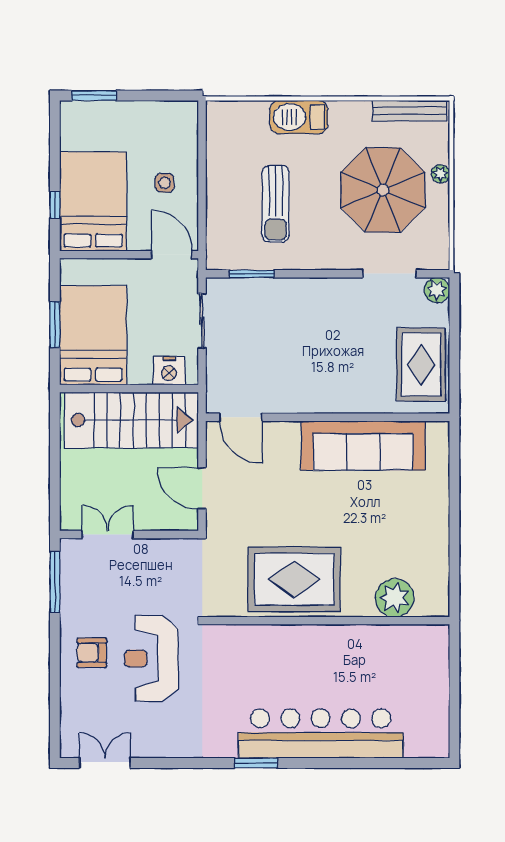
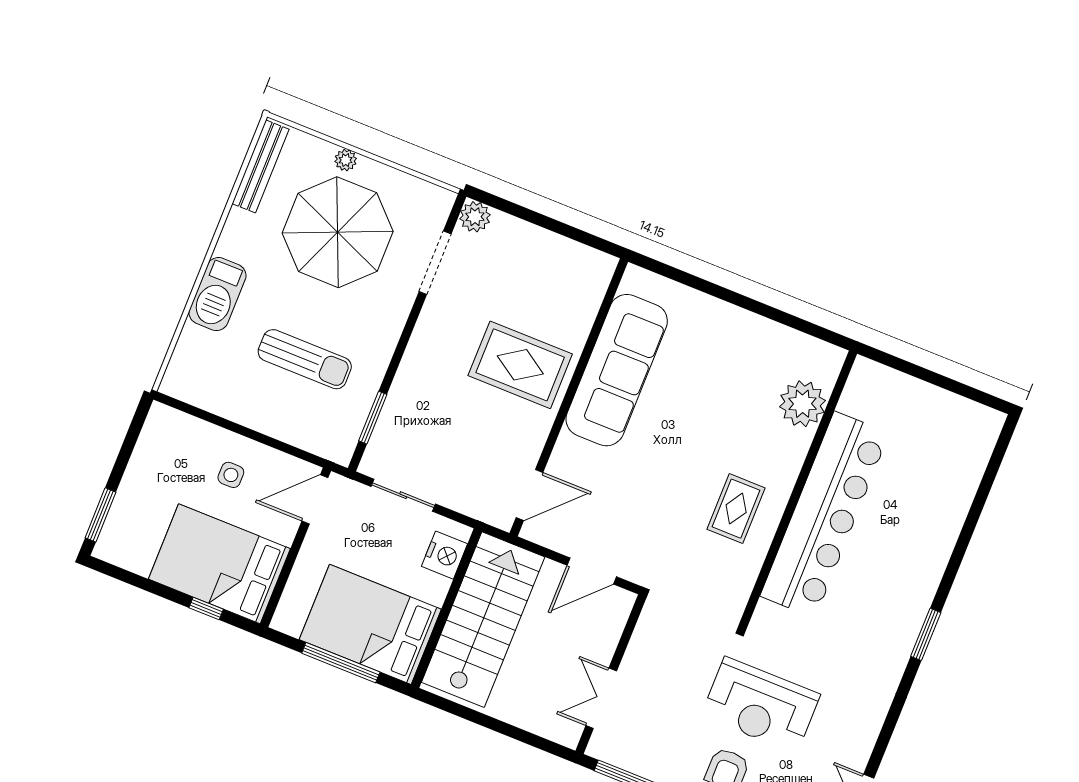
window: (55, 325) -> (341, 663), width x1.44
rug: (421, 364) -> (520, 365), moved
rug: (294, 579) -> (736, 509), width x0.54, depth x0.49
bar counter: (321, 734) -> (825, 515), moved, turned 180

